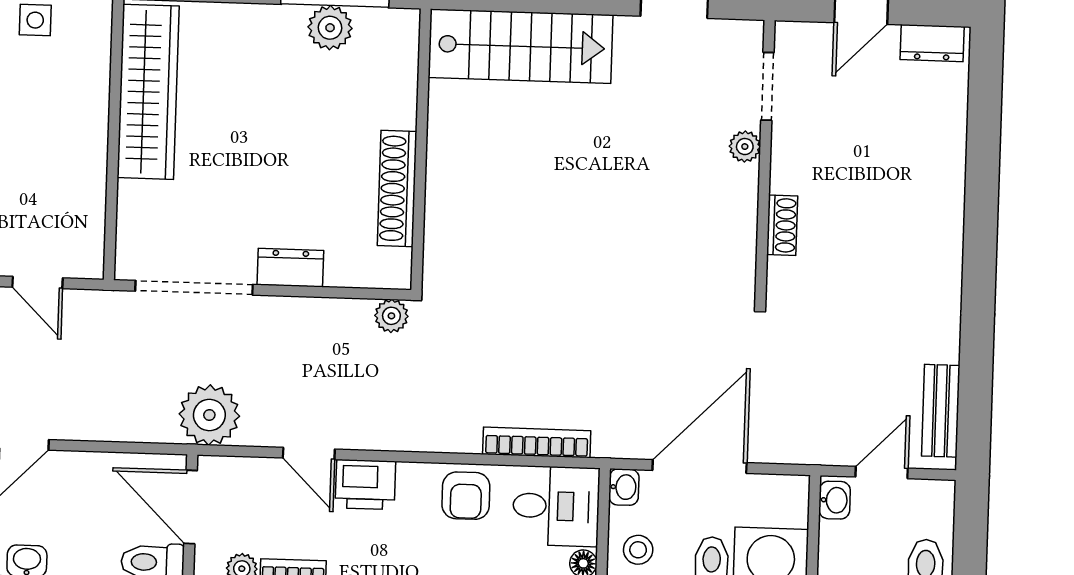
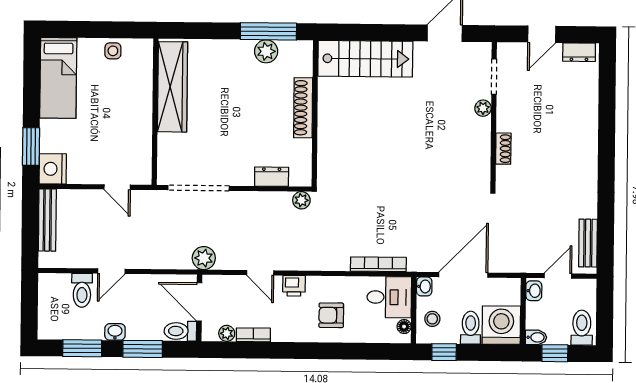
shoe rack: (397, 188) -> (303, 108), moved
dresser: (290, 268) -> (272, 177), moved
plant: (209, 415) -> (204, 258), width x0.73, depth x0.73
printer: (365, 485) -> (294, 286), width x0.73, depth x0.81
armchair: (466, 496) -> (331, 315), moved, turned 90

